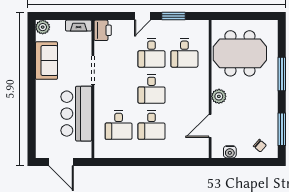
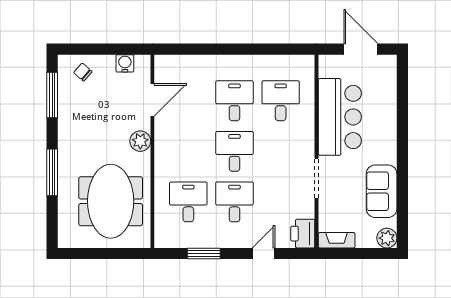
door: (143, 16) -> (263, 253), moved
meeting table: (240, 53) -> (111, 201), turned 90

